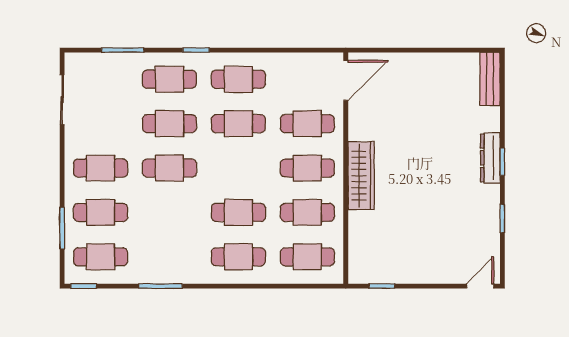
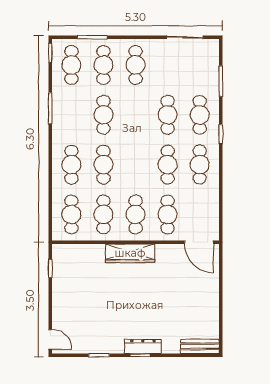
cafe table: (169, 168) -> (103, 115), moved

